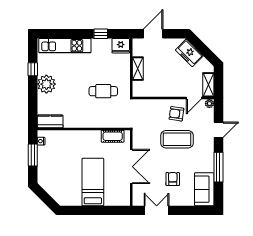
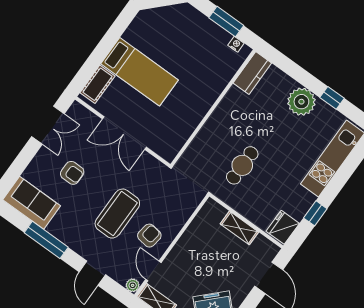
cot: (113, 136) -> (97, 84), moved

